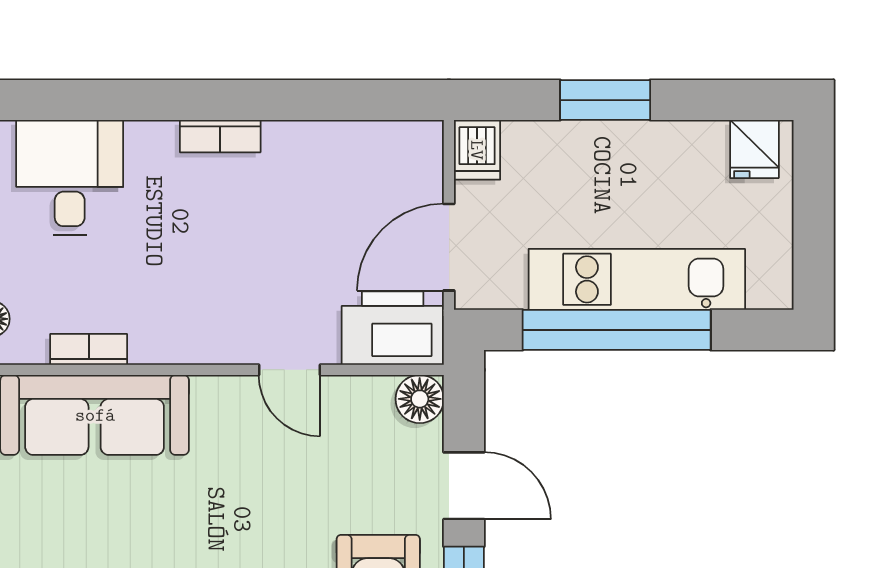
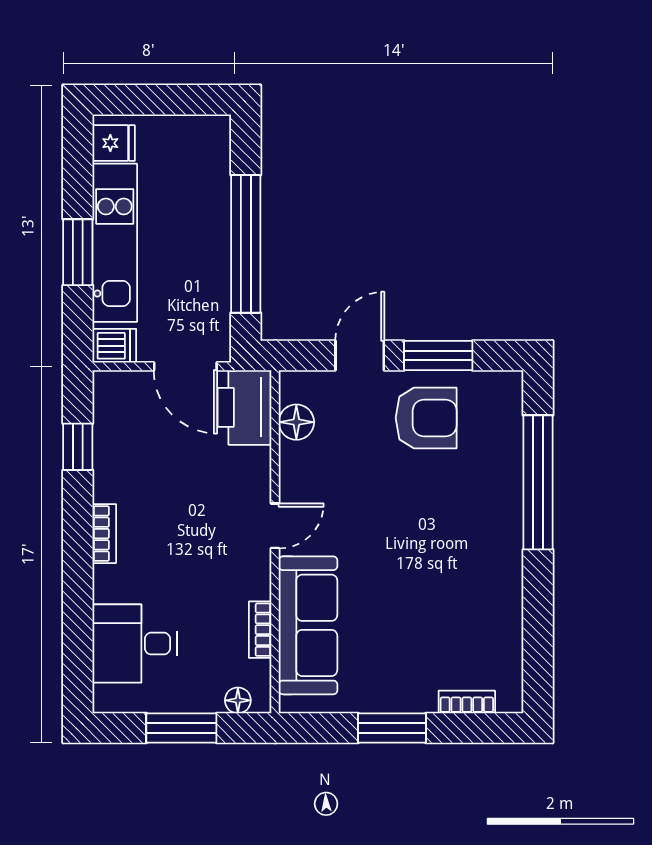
window: (339, 100) -> (78, 447), added
kitchen unit: (637, 279) -> (115, 243), moved, turned 180
door: (290, 370) -> (275, 526), moved
floor lamp: (420, 399) -> (296, 422), moved

